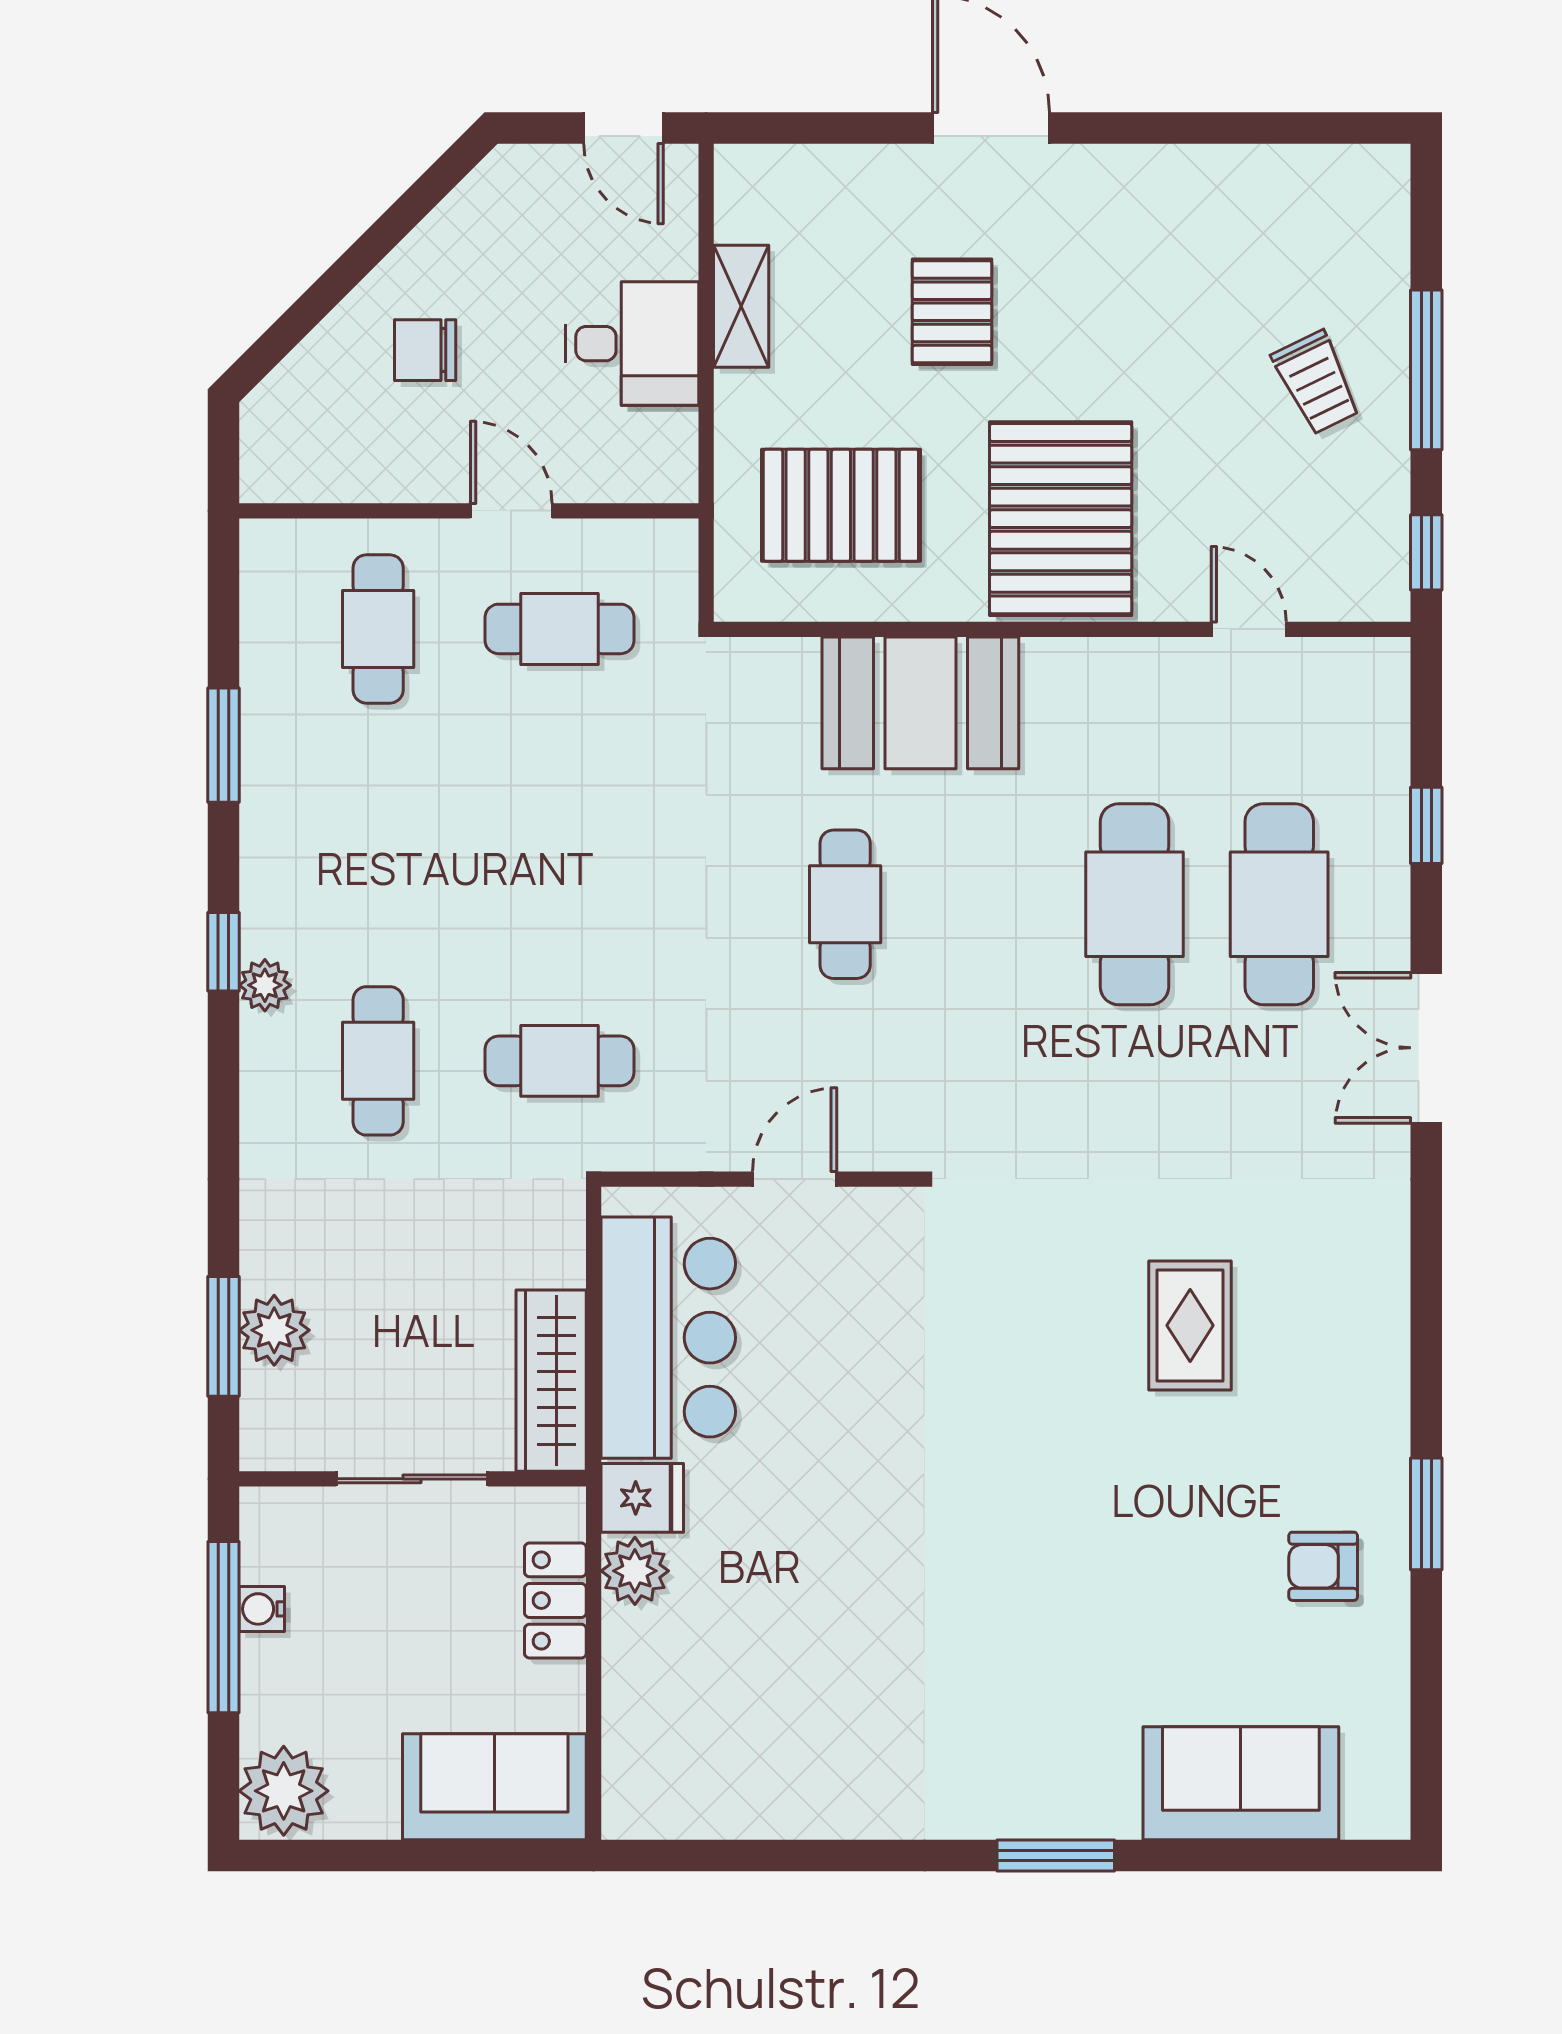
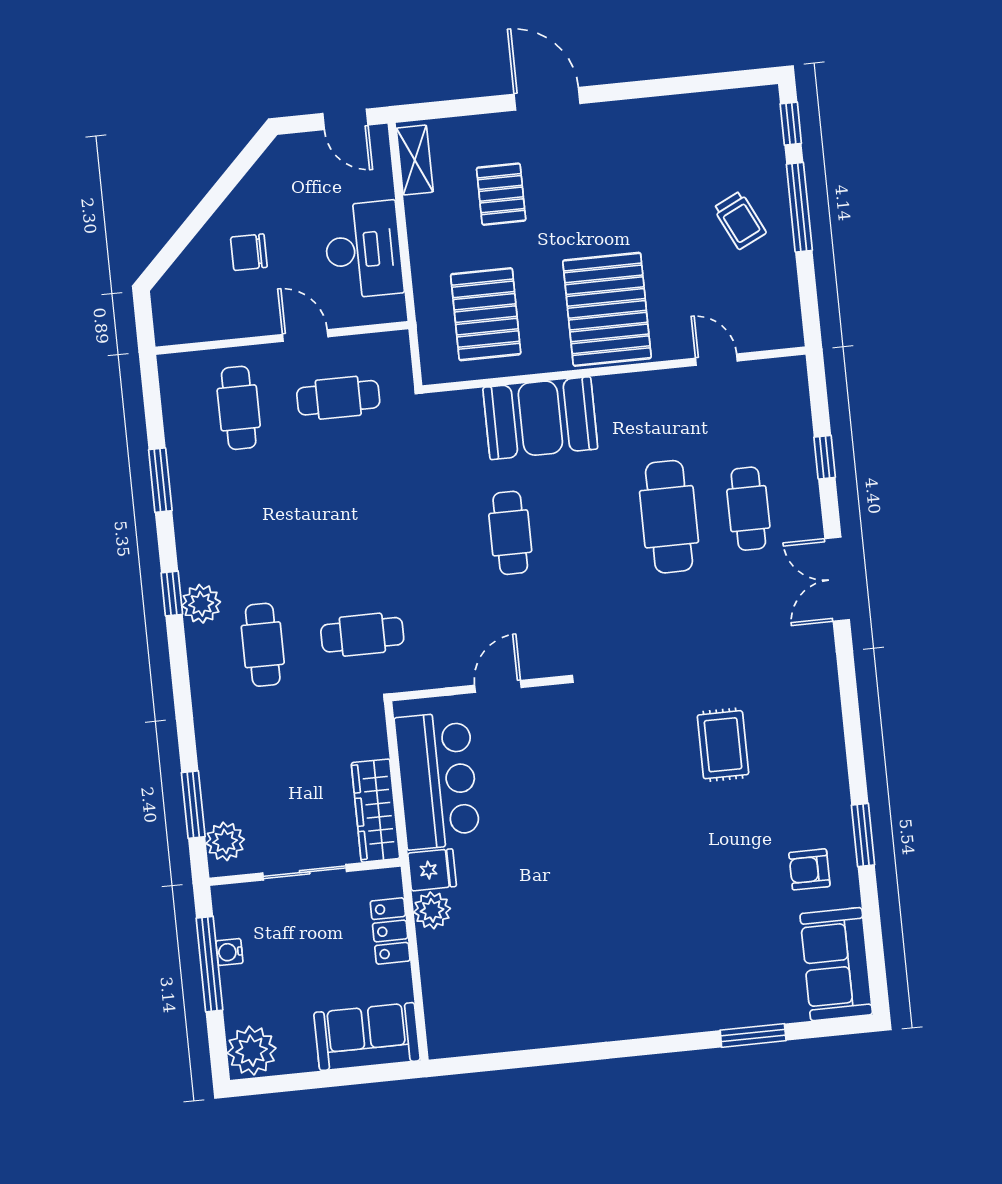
shelving: (741, 306) -> (415, 160), moved
pallet: (952, 312) -> (501, 194), moved
desk: (632, 344) -> (363, 250), width x1.37
pallet: (841, 505) -> (486, 314), turned 90
window: (1426, 552) -> (791, 124), moved
cafe table: (1279, 904) -> (748, 509), width x0.73, depth x0.74
plant: (265, 985) -> (201, 604), width x1.38, depth x1.38
plant: (274, 1330) -> (225, 841), moved
sofa: (1241, 1783) -> (836, 964), moved, turned -90
window: (1056, 1855) -> (753, 1035), moved

